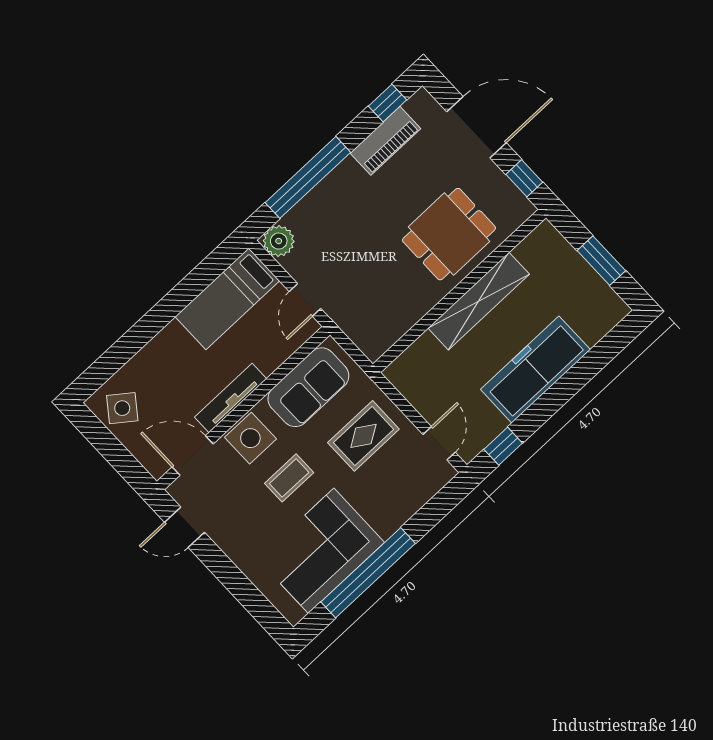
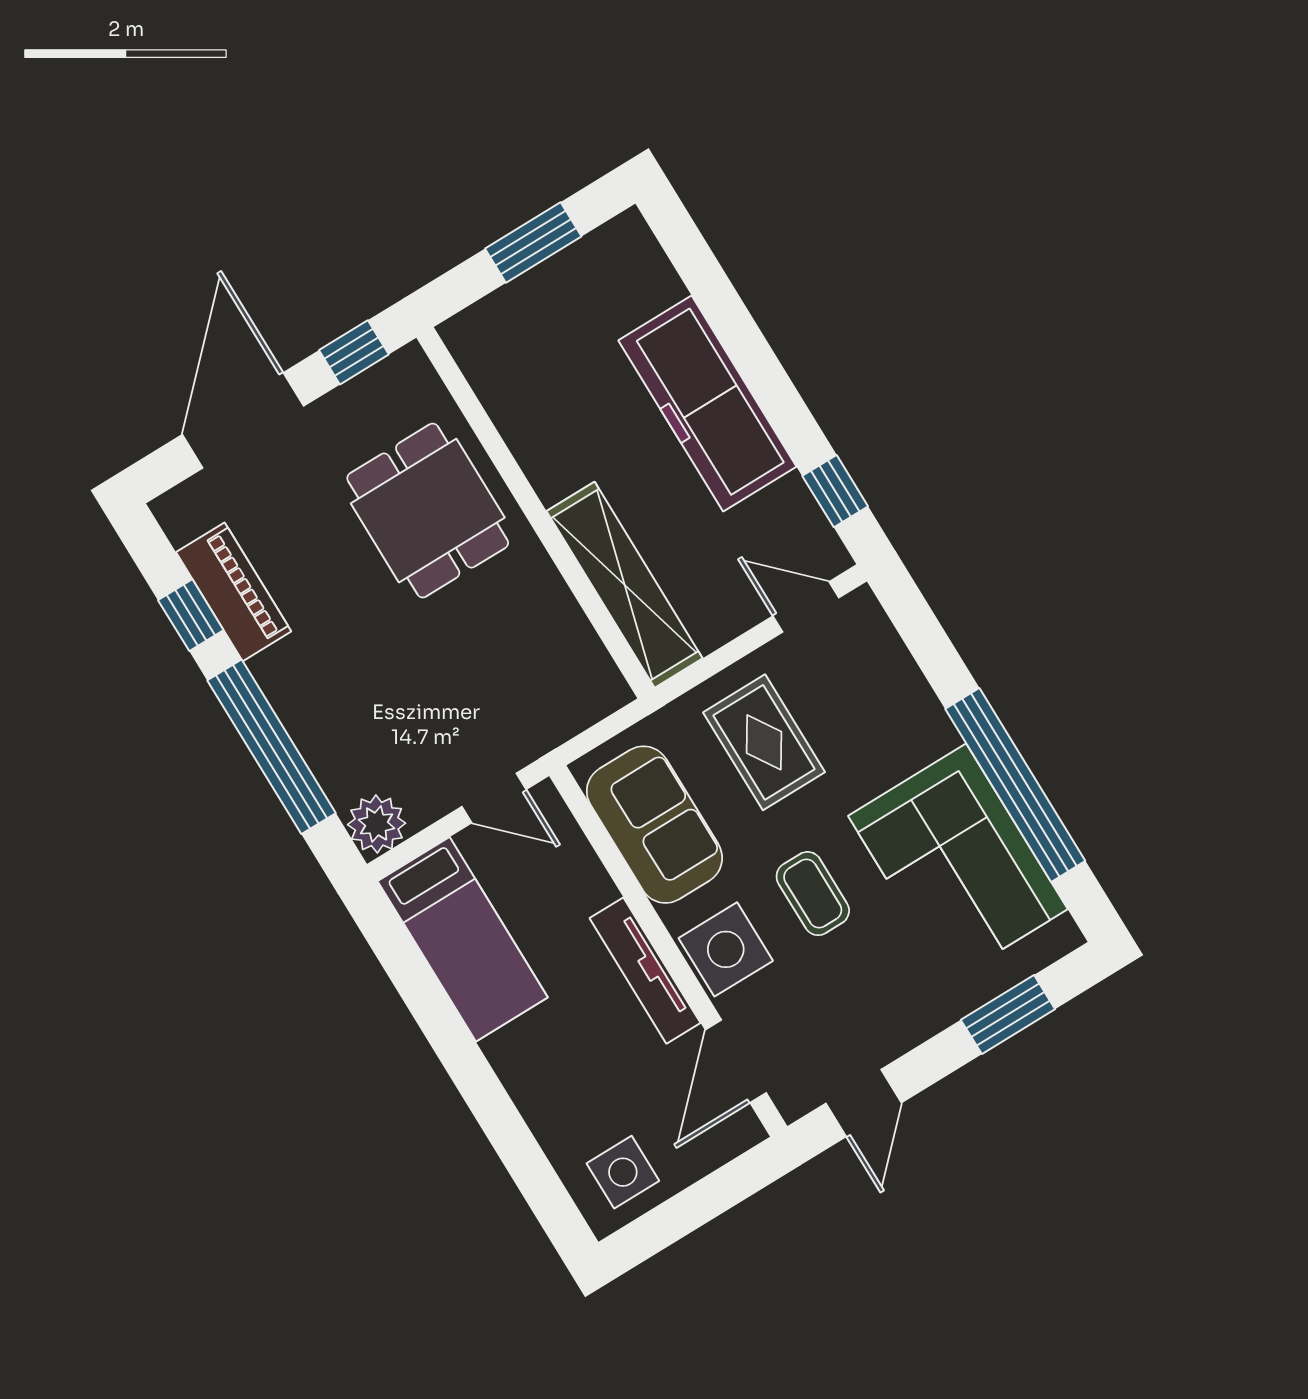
window: (387, 103) -> (191, 615), moved
shelving: (479, 301) -> (625, 585), moved
side table: (122, 408) -> (623, 1172), turned -37
window: (247, 594) -> (1008, 1014), added

